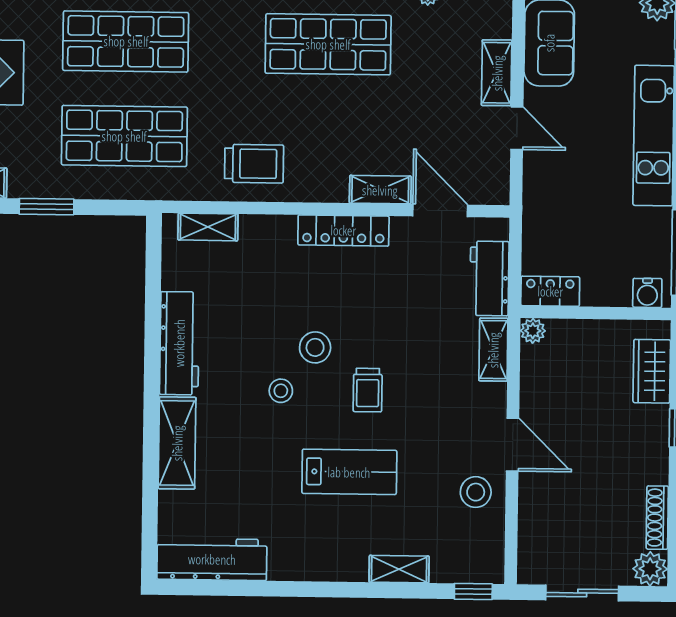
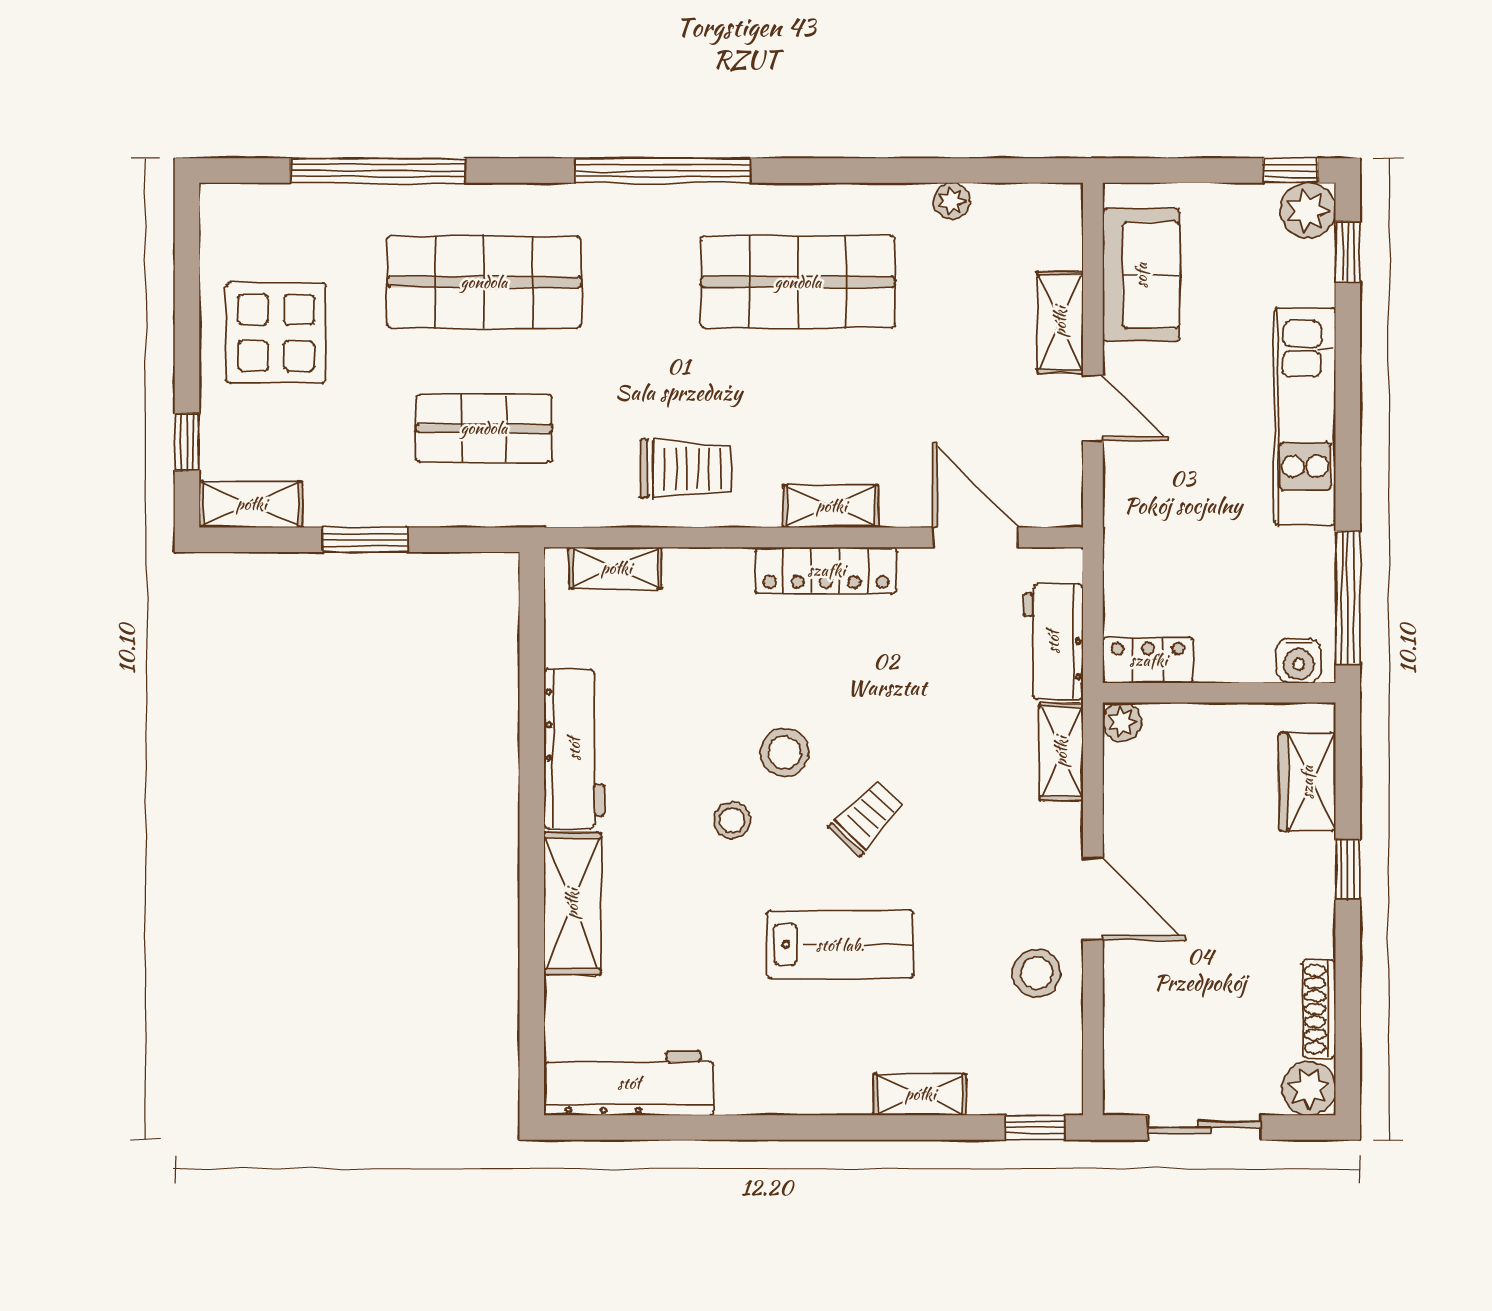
shop shelf: (124, 136) -> (484, 428), width x0.70, depth x0.74
shelving: (380, 190) -> (831, 506), moved
trolley: (368, 390) -> (867, 817), turned -137

